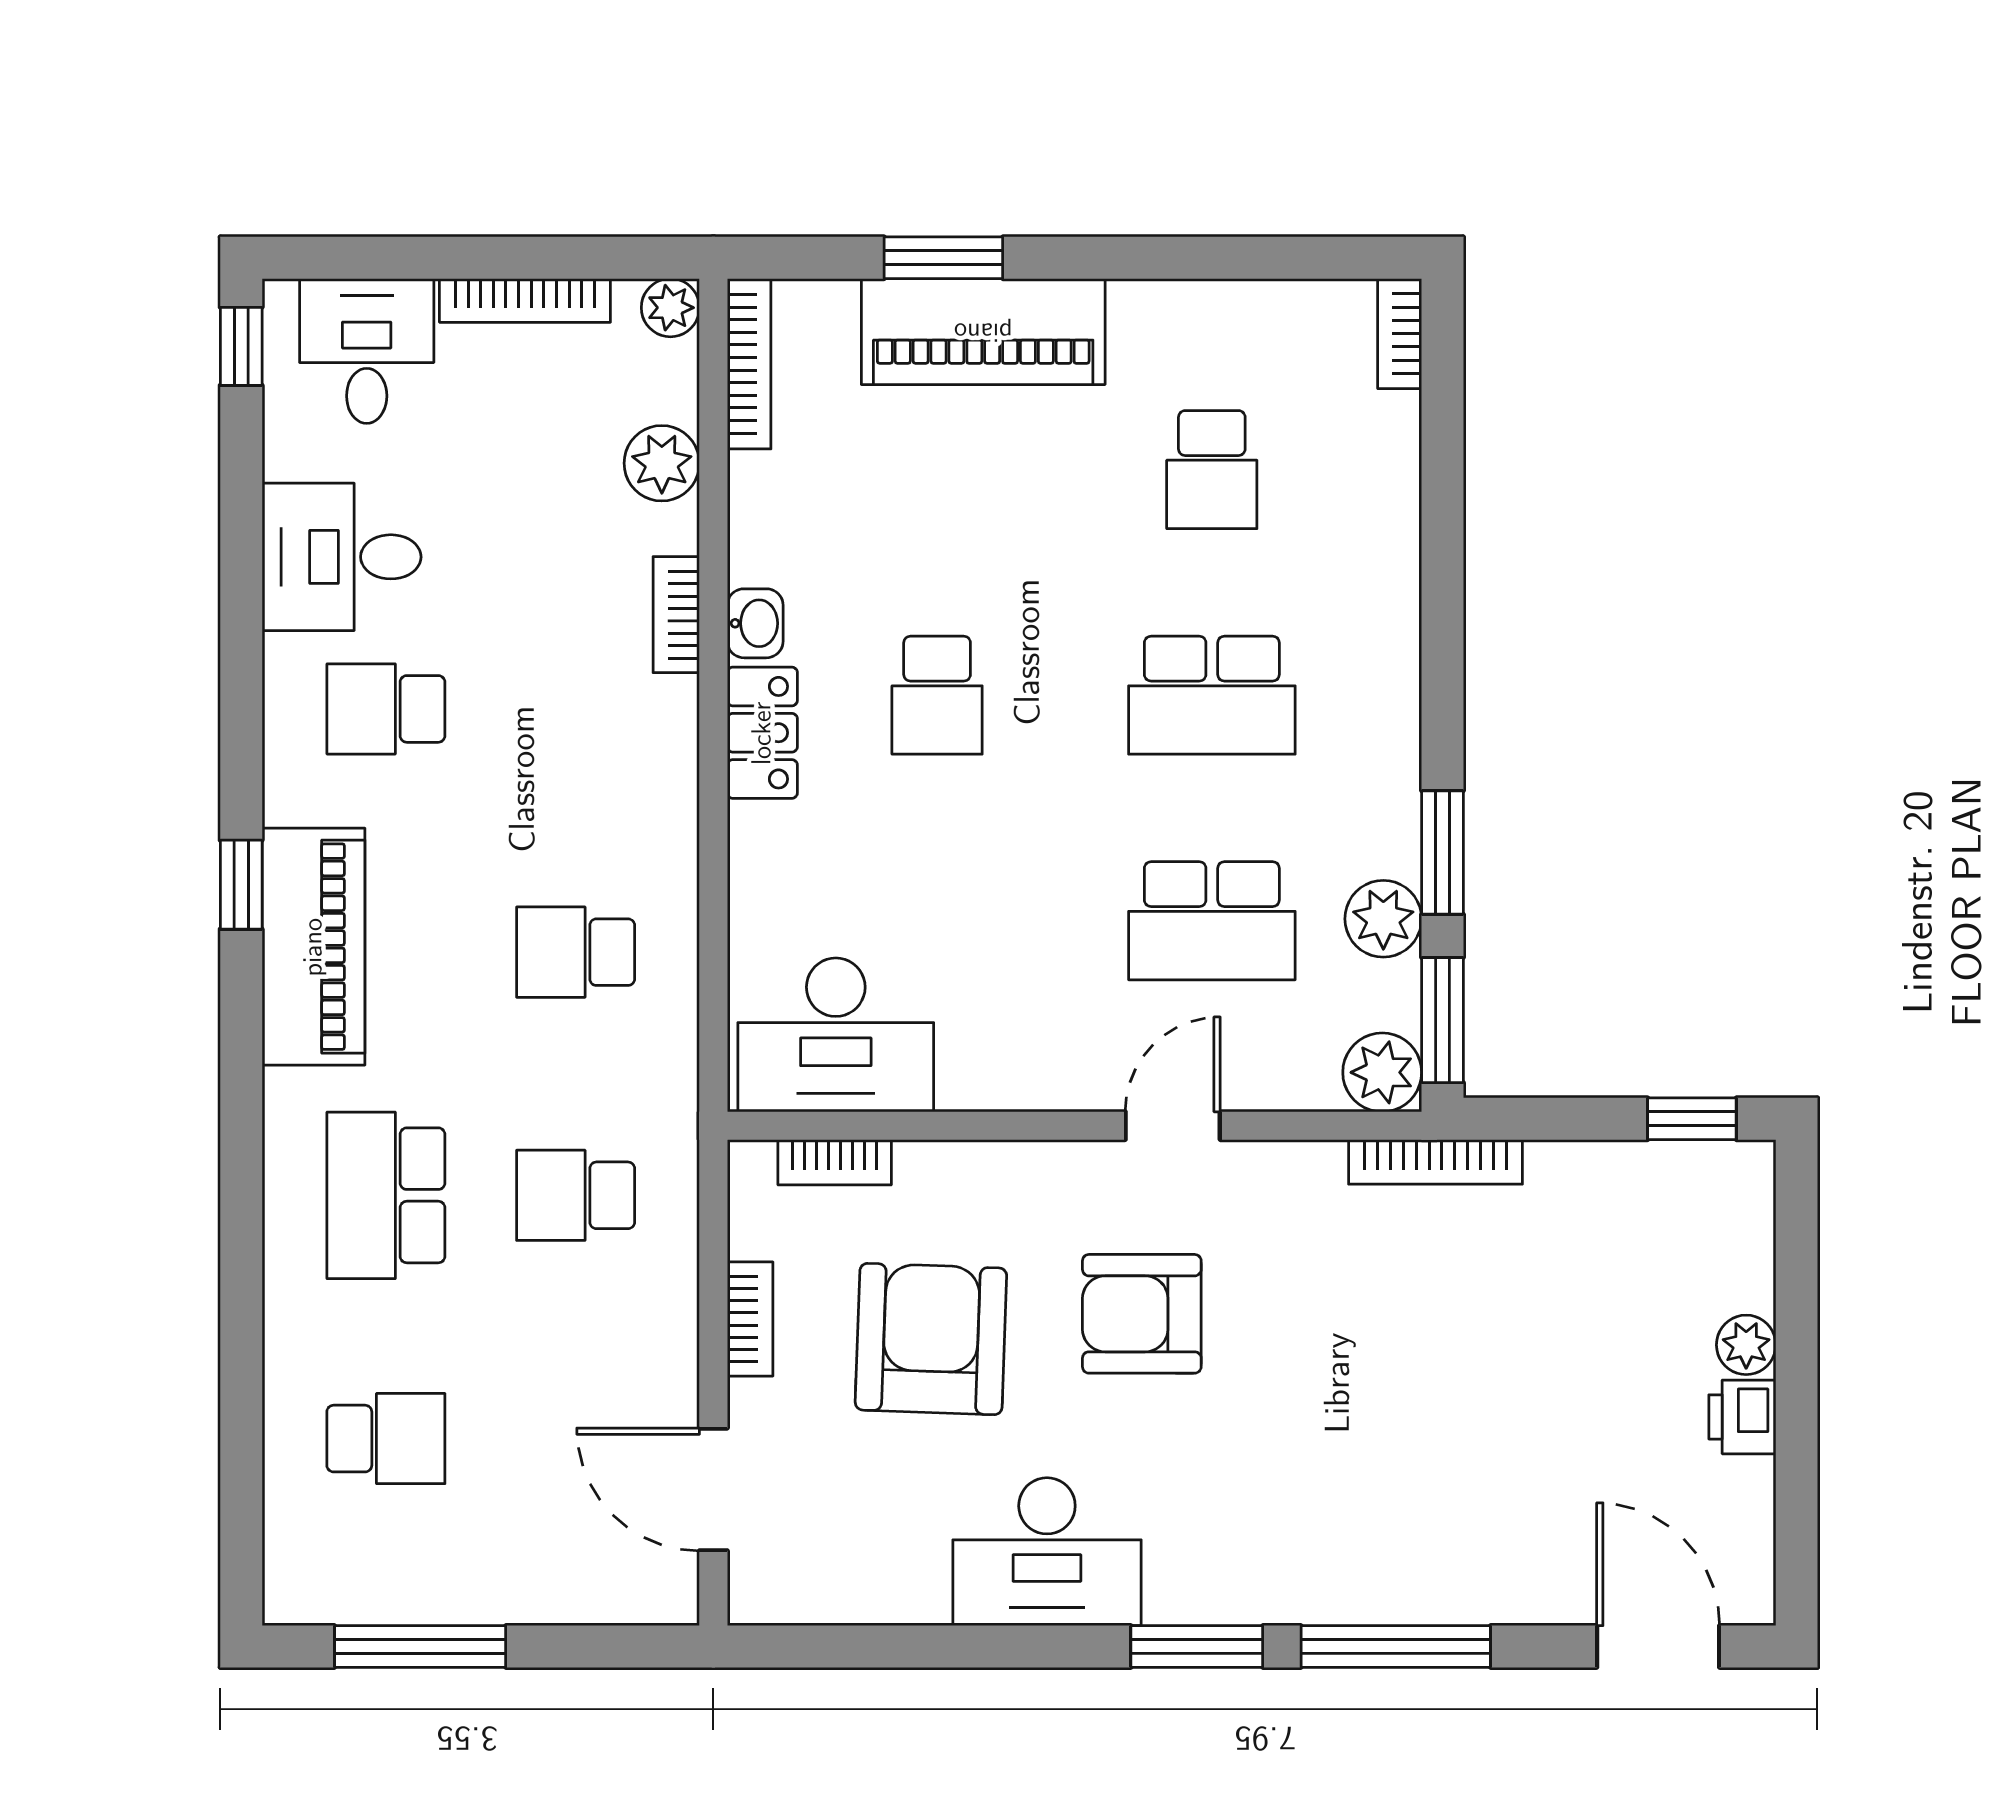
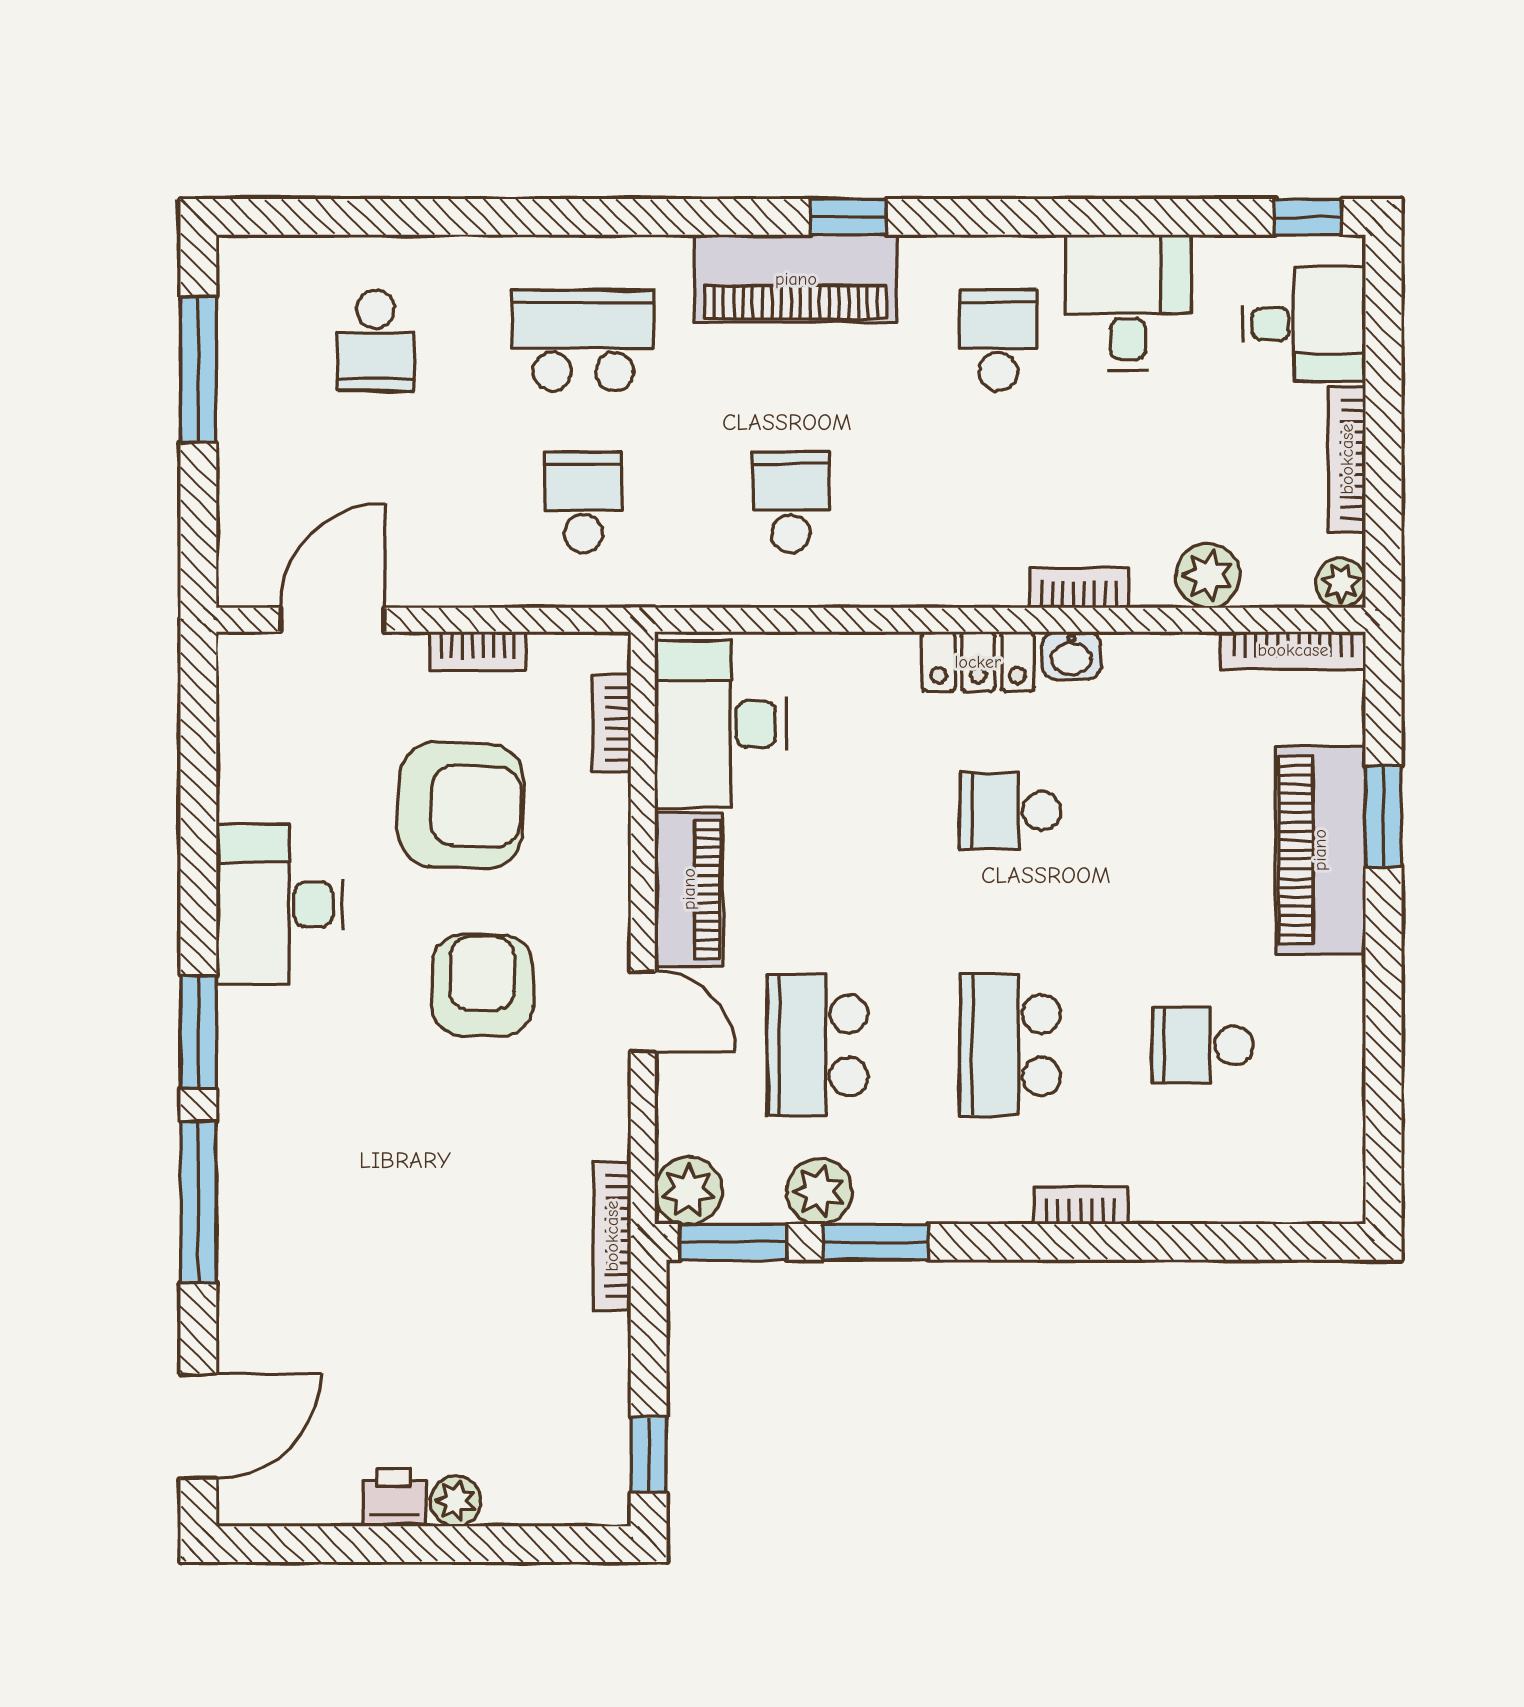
bookcase: (1400, 334) -> (1081, 1205), moved
piano: (1029, 1072) -> (689, 889), added

